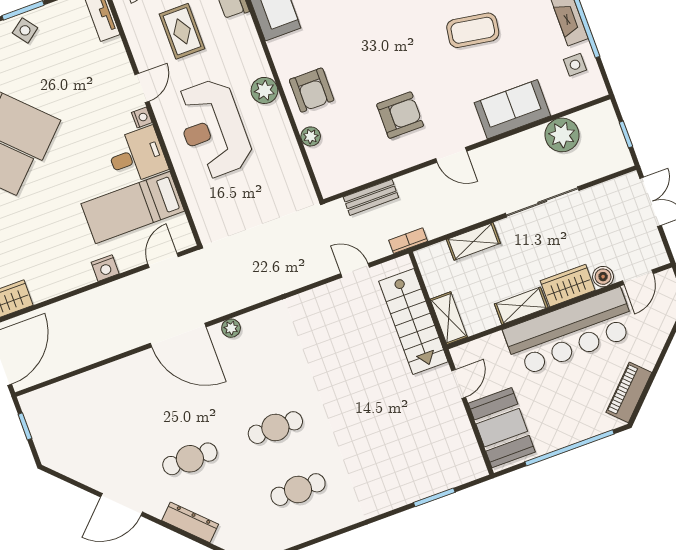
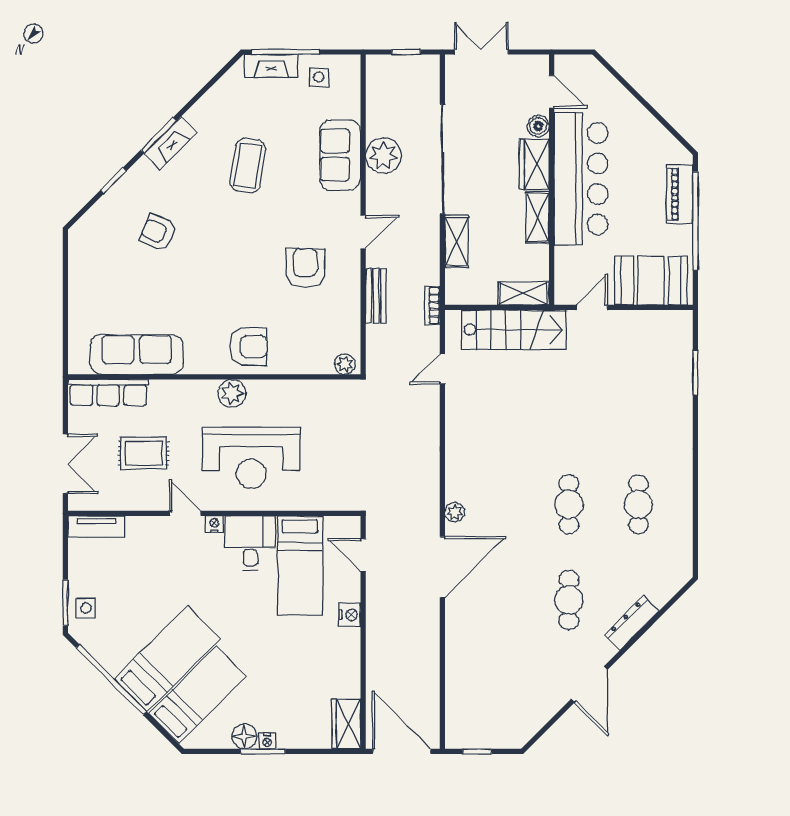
side table: (25, 30) -> (86, 608), turned 37
plant: (562, 135) -> (383, 156), moved
plant: (311, 136) -> (345, 364), moved
bench: (371, 197) -> (376, 296), moved
sliding door: (542, 202) -> (442, 159), width x1.36
door: (459, 384) -> (592, 307), hinge flipped
piano: (629, 392) -> (680, 194), moved, turned 45

